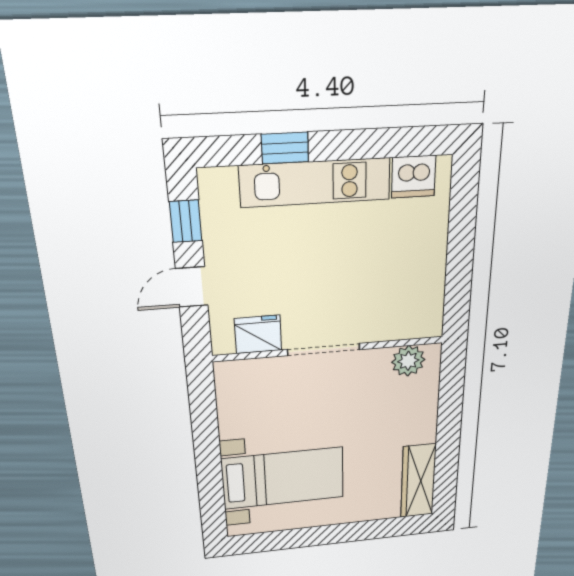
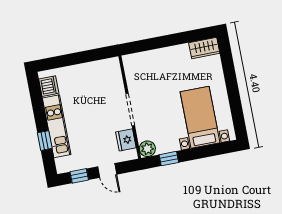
plant: (408, 361) -> (147, 149), moved
window: (204, 416) -> (169, 159), added
wardrobe: (418, 481) -> (204, 48), width x0.67

